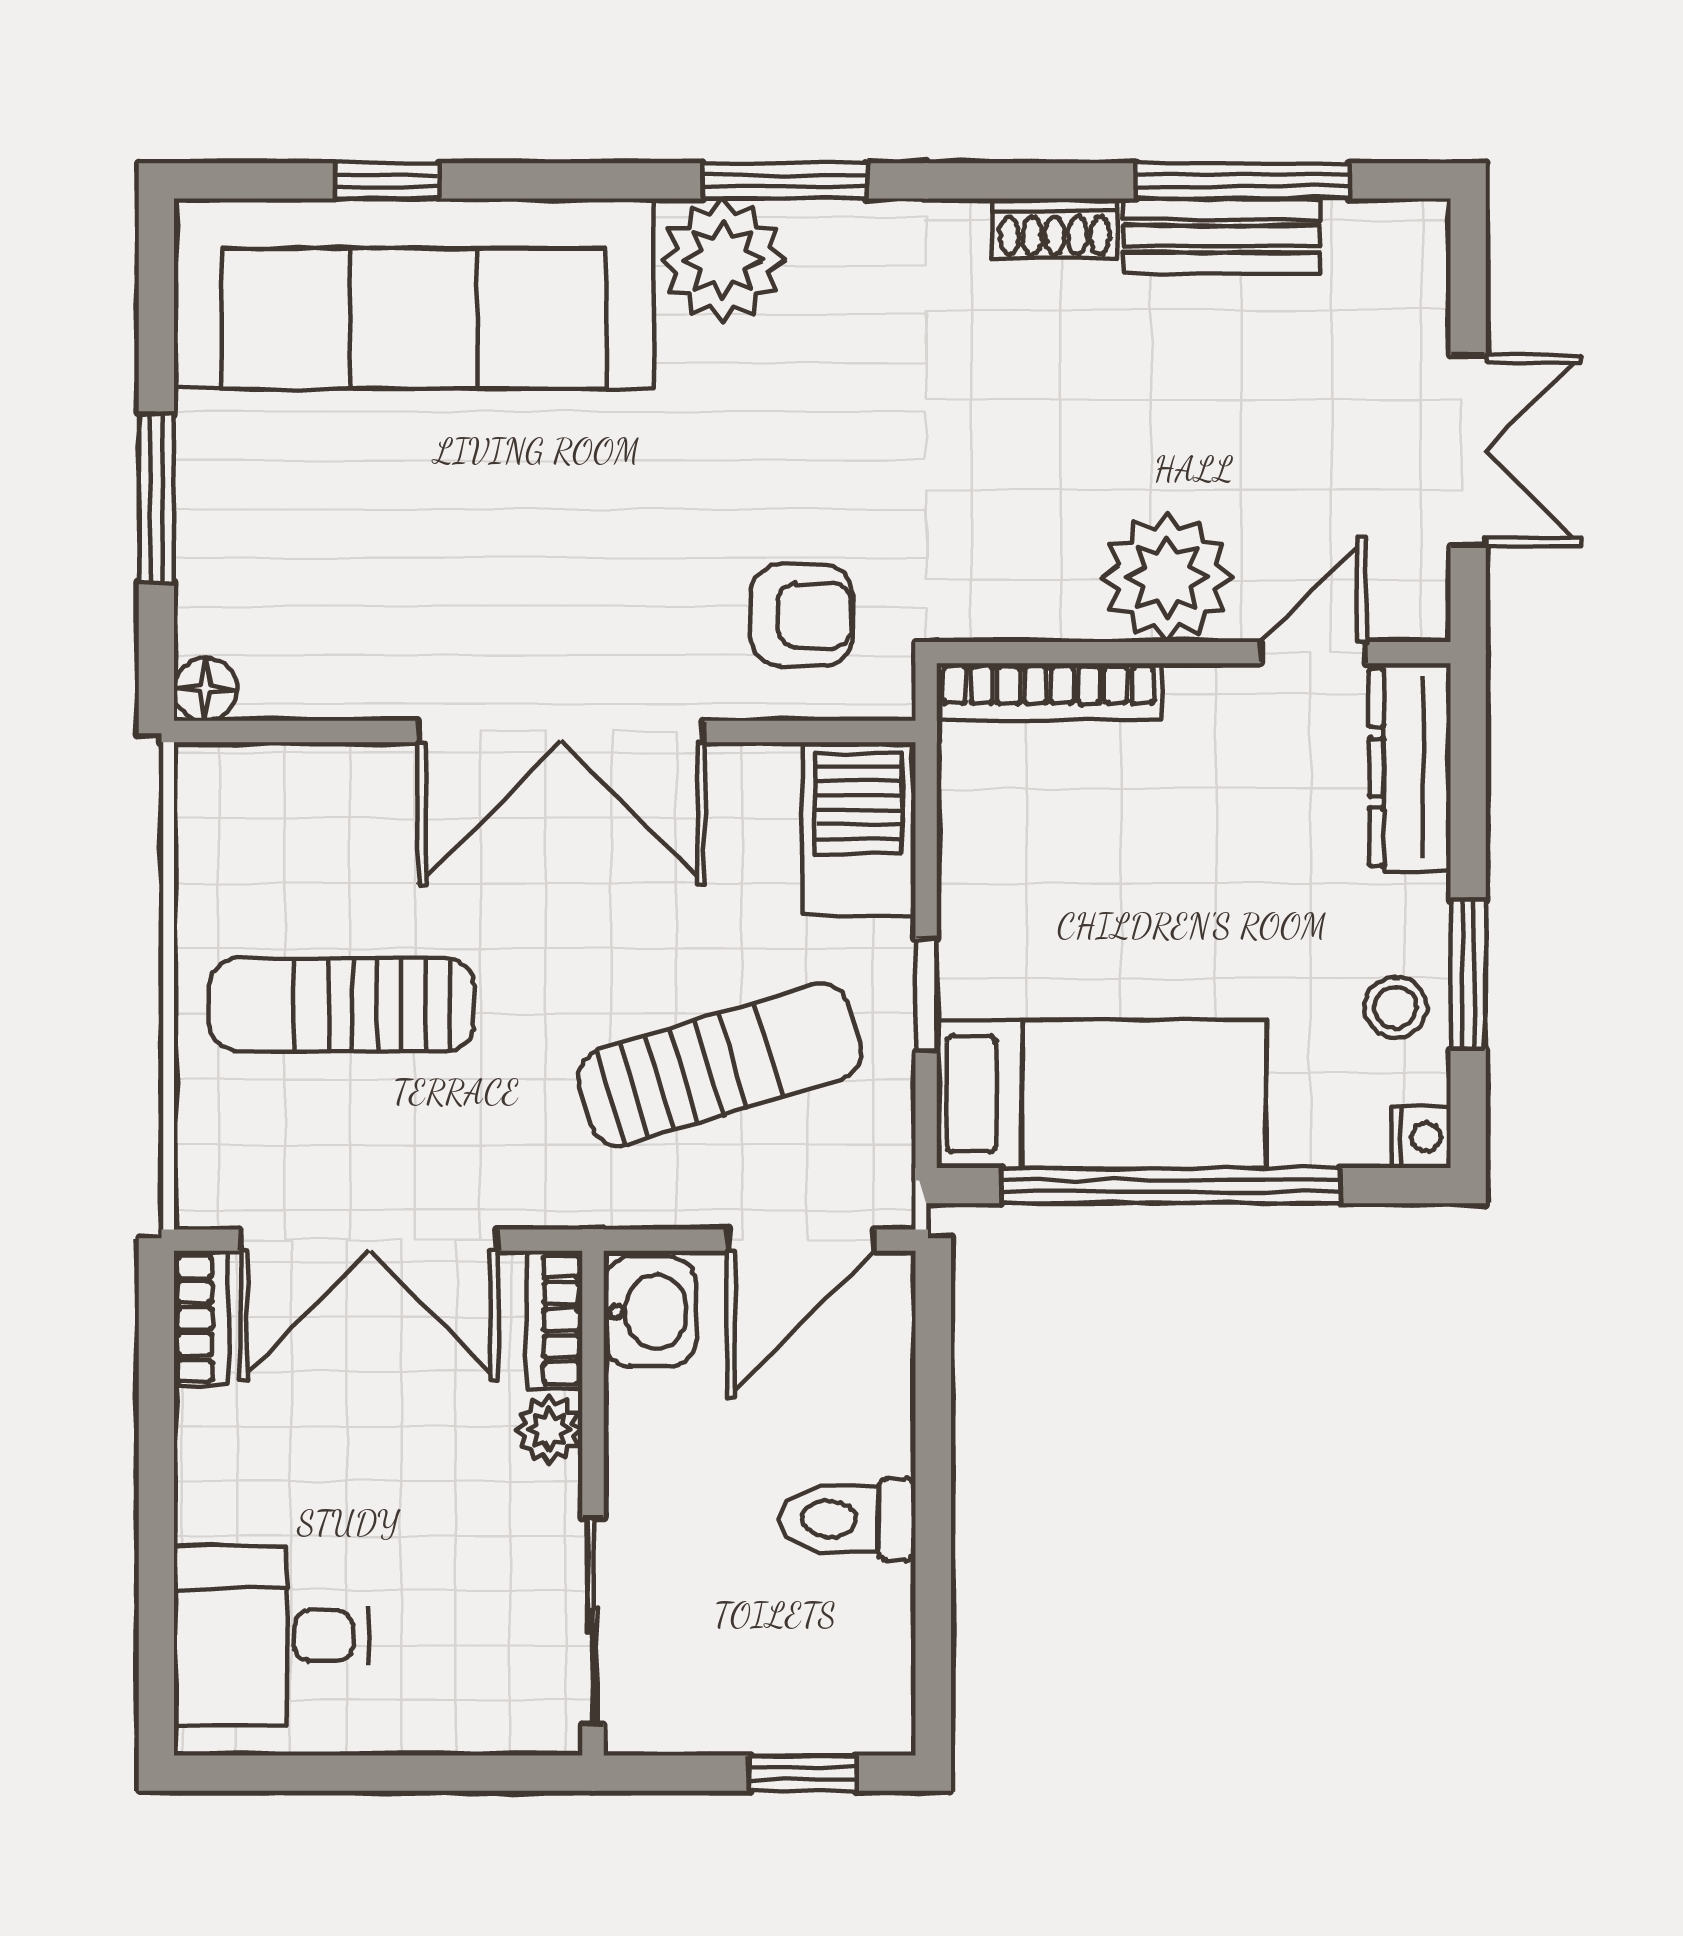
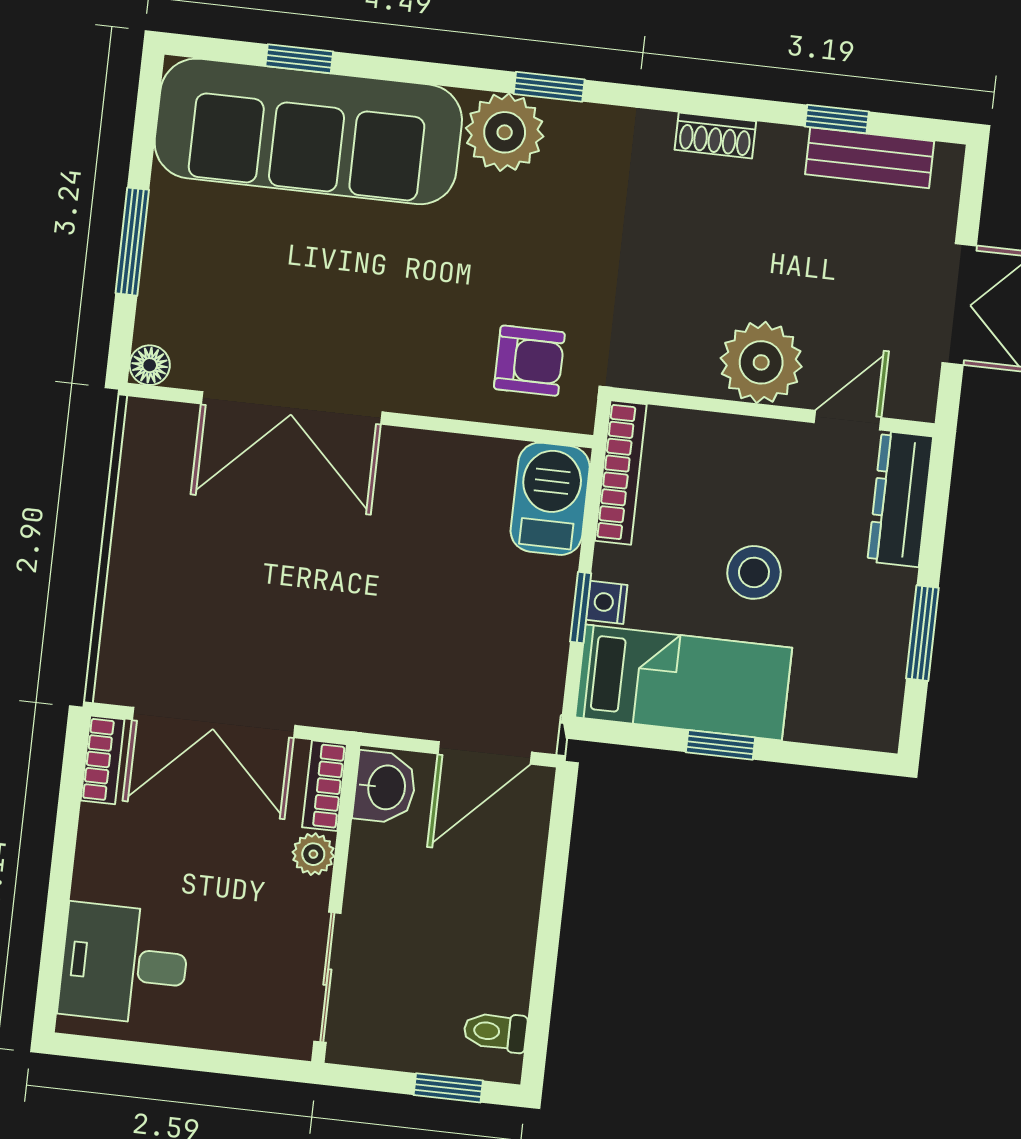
window: (785, 181) -> (549, 87), width x0.67
window: (1243, 181) -> (837, 119), width x0.46
bench: (1222, 236) -> (870, 158), moved
bookcase: (1049, 692) -> (621, 473), moved, turned -90
double door: (561, 731) -> (292, 408), moved
sun lounger: (342, 1005) -> (213, 573), removed
stool: (1396, 1007) -> (754, 572), moved, width x1.37, depth x1.37
sun lounger: (720, 1065) -> (446, 637), removed
nightstand: (1421, 1137) -> (607, 602), moved, turned 180
window: (1170, 1186) -> (721, 745), width x0.32
toilet: (848, 1519) -> (495, 1032), moved, width x0.73, depth x0.72

